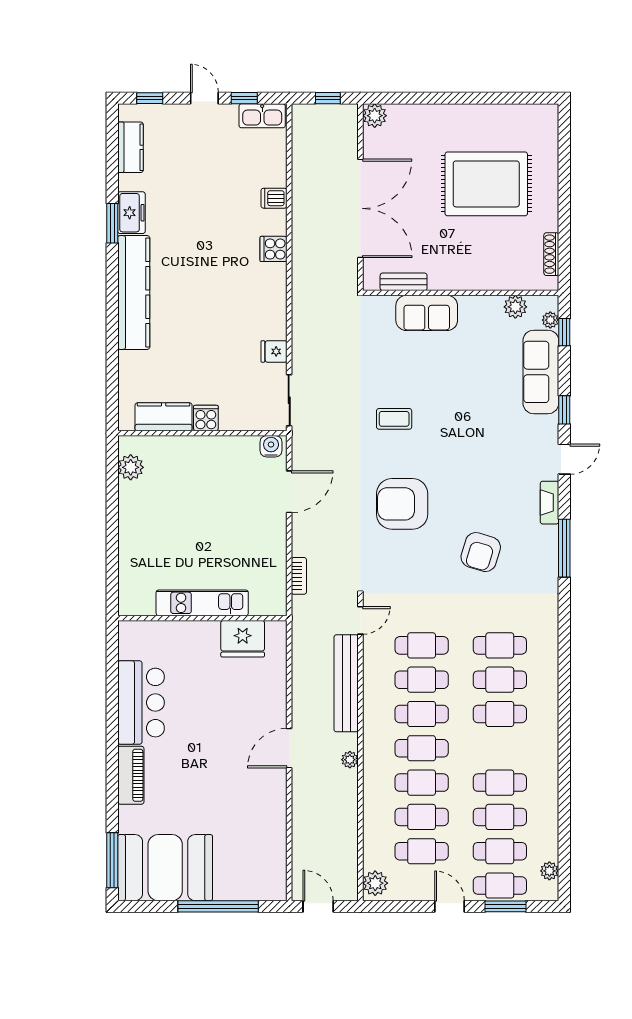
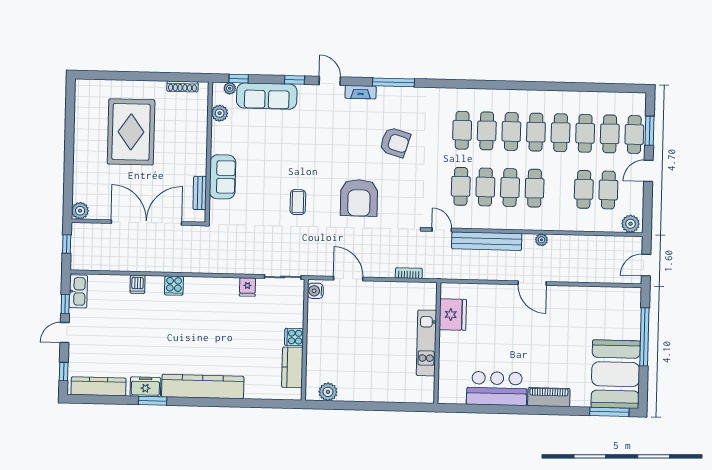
kitchen counter: (130, 147) -> (99, 386), width x1.50
cafe table: (422, 783) -> (536, 132), moved
plant: (549, 871) -> (625, 99), removed

